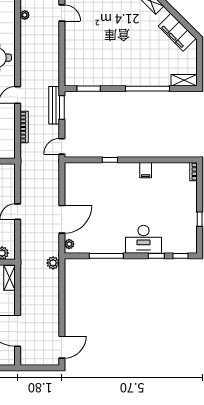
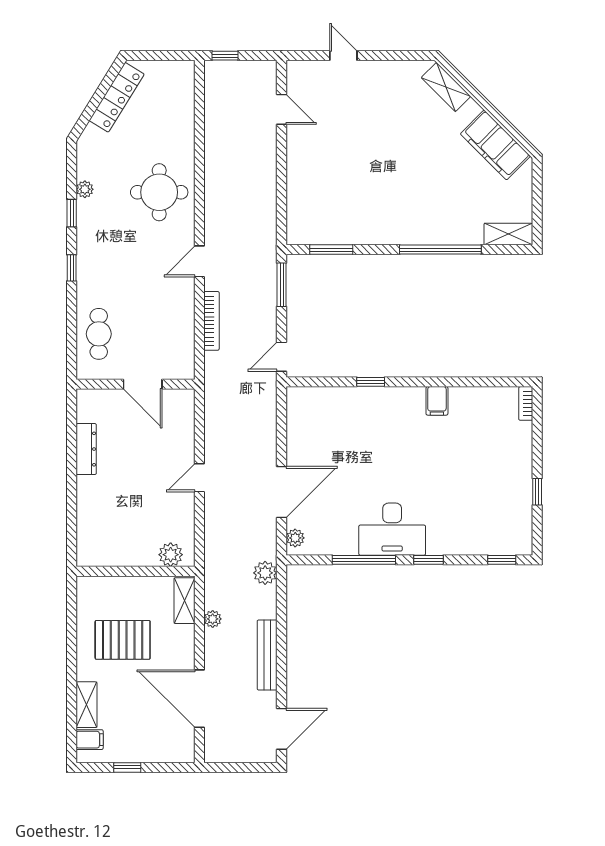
plant: (25, 15) -> (213, 619), moved
bench: (54, 105) -> (267, 655), moved
desk: (143, 239) -> (392, 529), moved
window: (156, 256) -> (429, 560), moved

